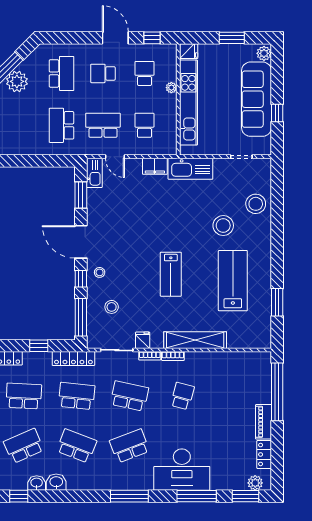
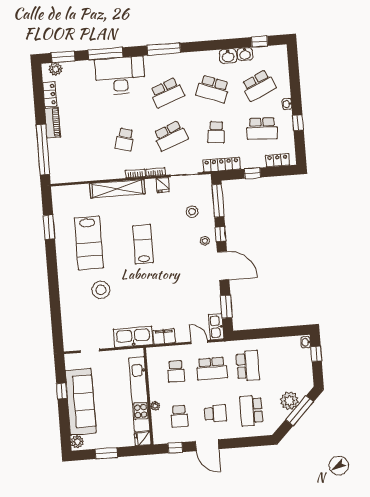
stool: (256, 204) -> (74, 311), removed
school desk: (77, 396) -> (216, 132), width x0.54
school desk: (129, 396) -> (170, 136), turned -33

